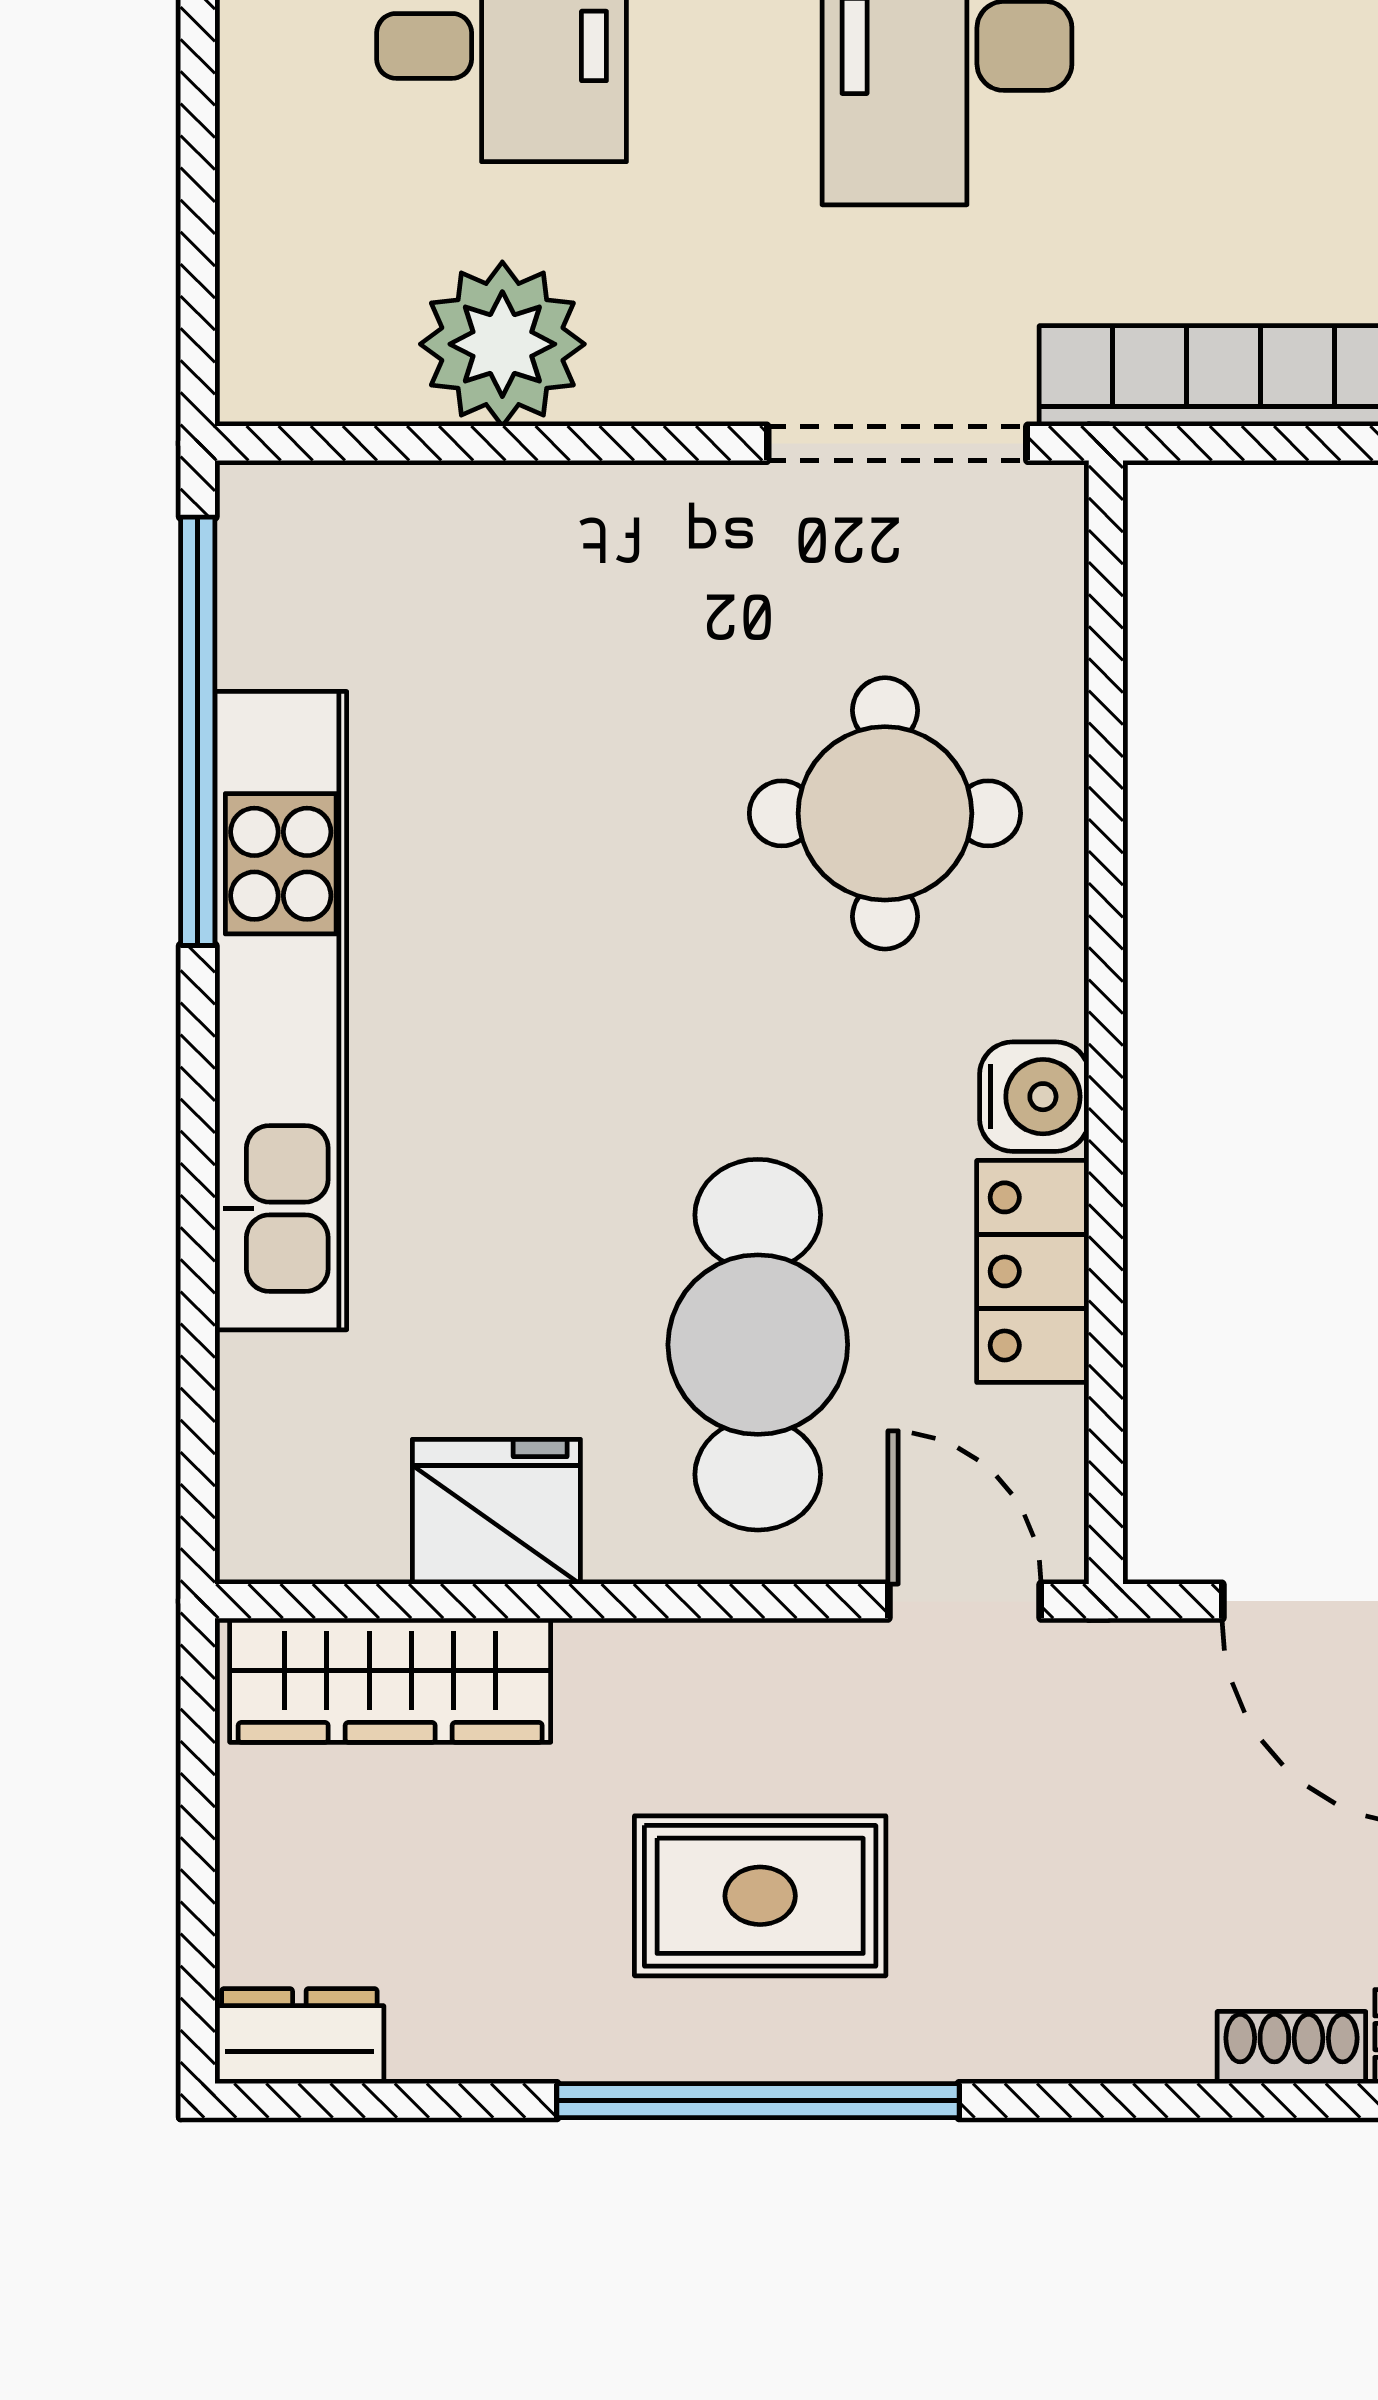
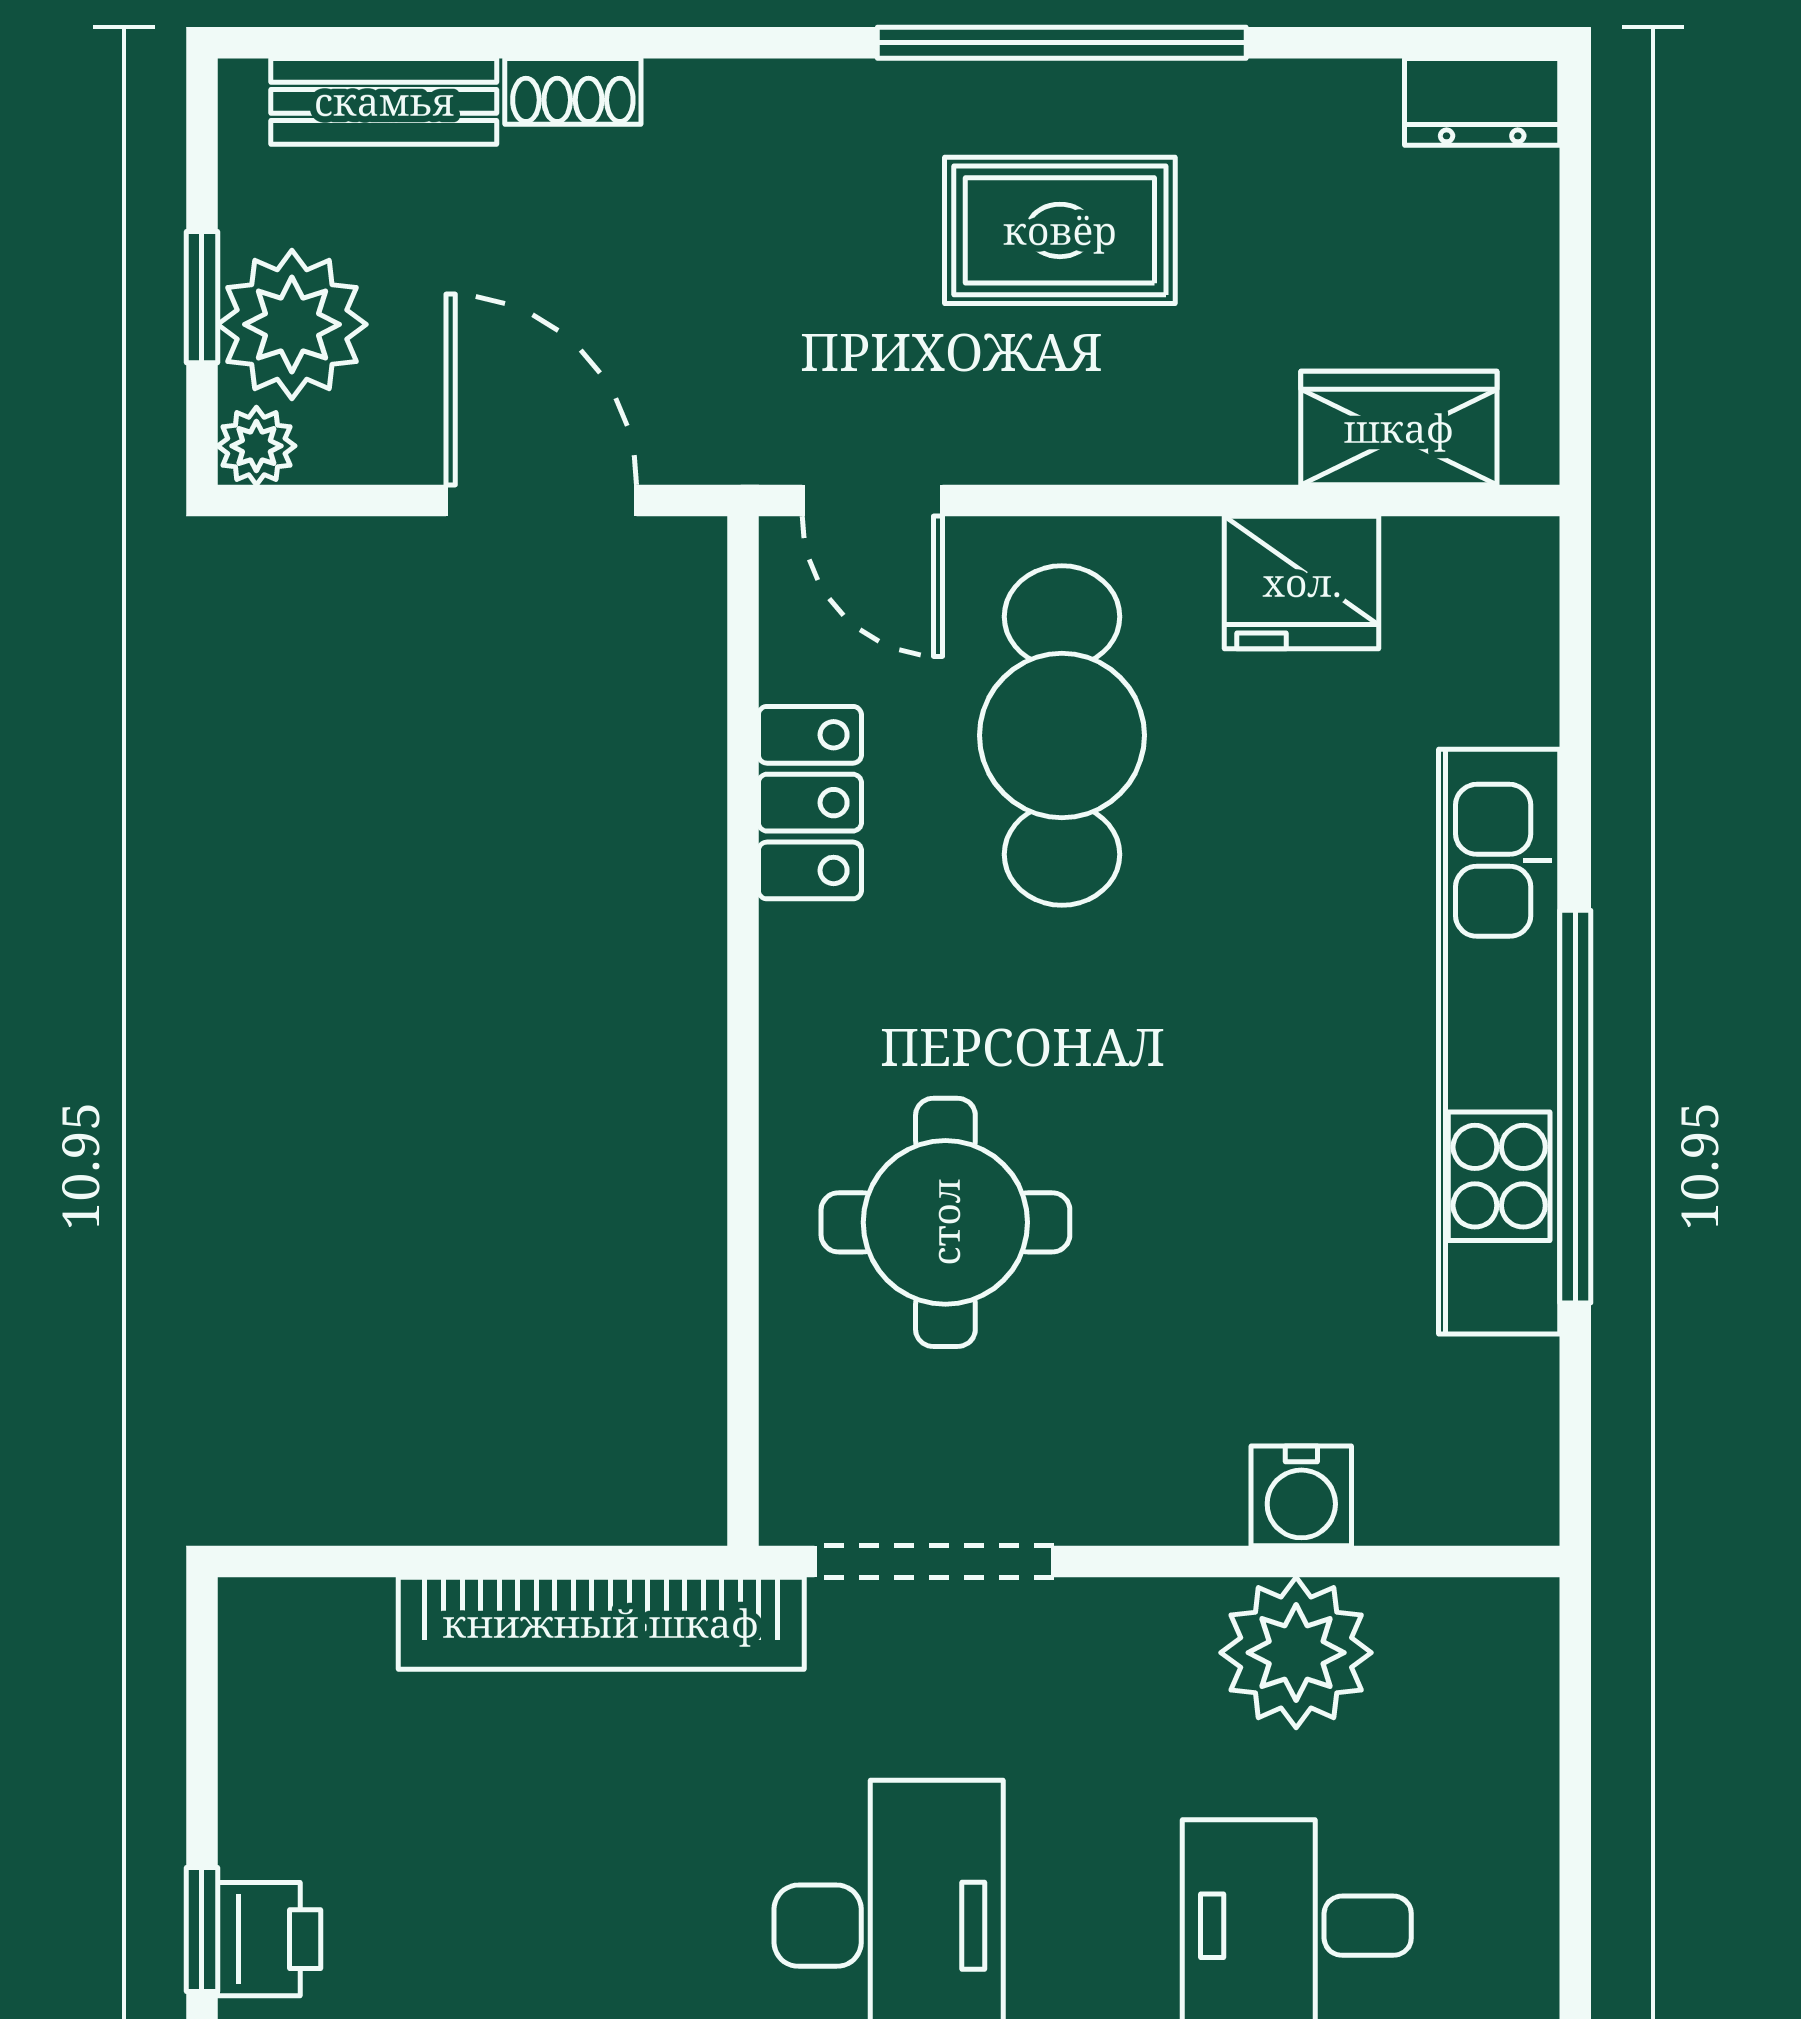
window: (198, 731) -> (1575, 1107), moved
water cooler: (1034, 1097) -> (1301, 1496), moved, turned -90
wardrobe: (390, 1680) -> (1399, 428), width x0.67

